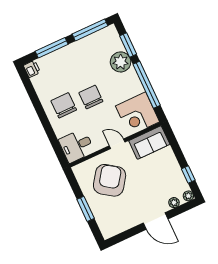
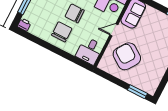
chair: (64, 105) -> (62, 32), turned 90
window: (86, 209) -> (137, 92), moved

